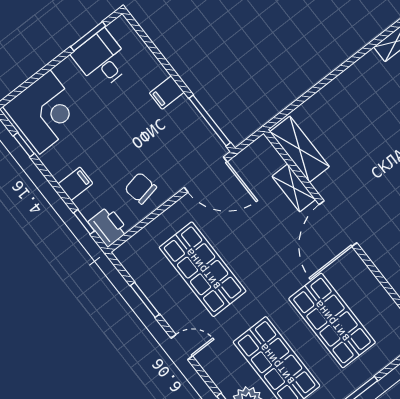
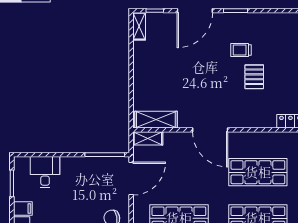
desk: (102, 59) -> (45, 172), moved, turned 90
filing cabinet: (167, 93) -> (23, 209), moved, turned -90
shelving: (294, 188) -> (148, 138), moved

